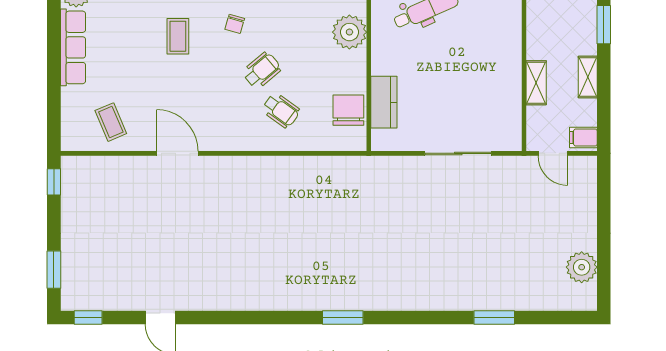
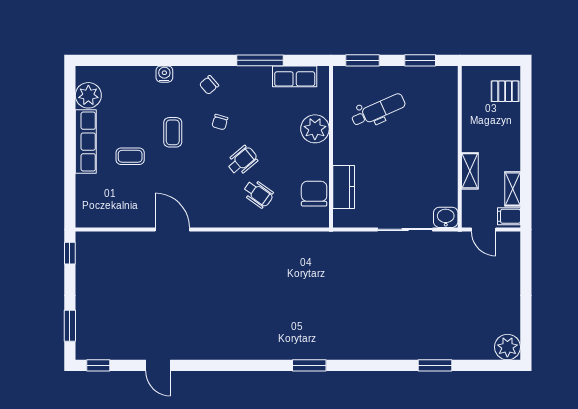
window: (604, 25) -> (526, 123), removed
shelving: (588, 77) -> (513, 189), moved
coffee table: (111, 122) -> (130, 156), moved, turned -67
washbasin: (507, 139) -> (446, 217), added
plant: (582, 267) -> (507, 347), moved

